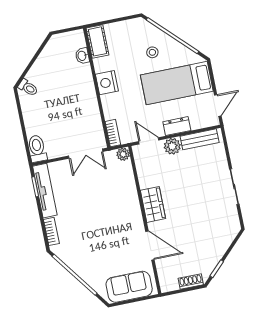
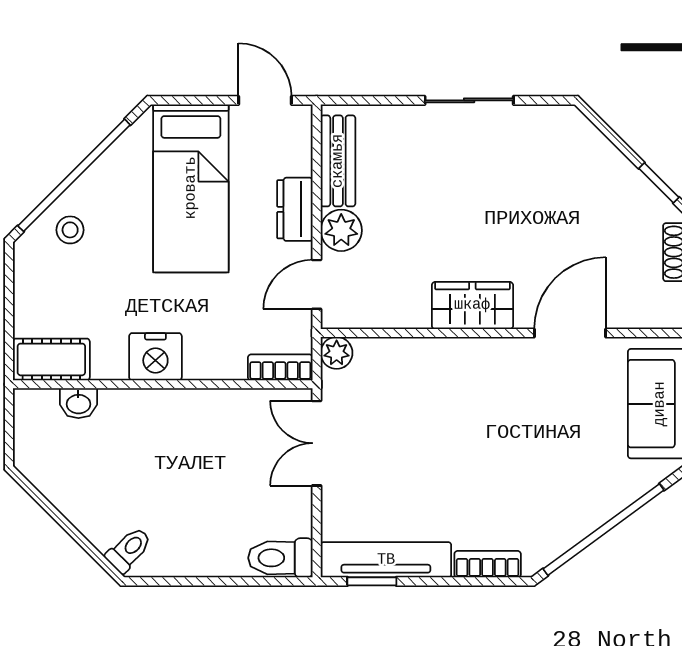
stool: (152, 52) -> (70, 230), moved
double door: (86, 154) -> (317, 443), swing flipped

